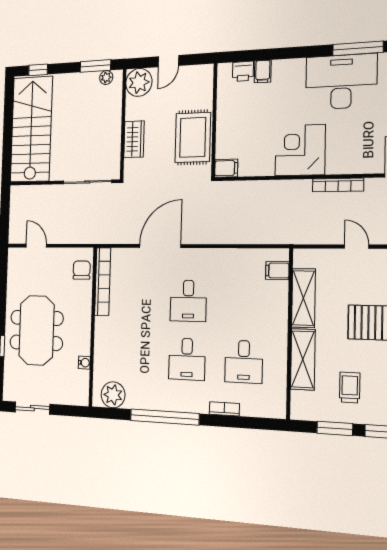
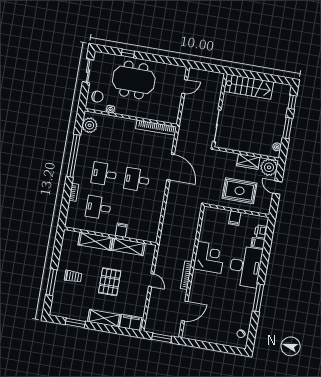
window: (95, 66) -> (288, 128), moved
desk: (341, 82) -> (245, 267), moved
stairs: (31, 129) -> (249, 87), width x0.73, depth x0.66
rug: (193, 137) -> (240, 191), moved
wardrobe: (134, 139) -> (248, 162), moved
filing cabinet: (226, 168) -> (235, 218), moved
door: (357, 247) -> (151, 280), hinge flipped
chair: (82, 270) -> (97, 97), moved
filing cabinet: (277, 271) -> (121, 230), moved
trolley: (350, 387) -> (73, 276), moved
window: (335, 428) -> (57, 253), removed

